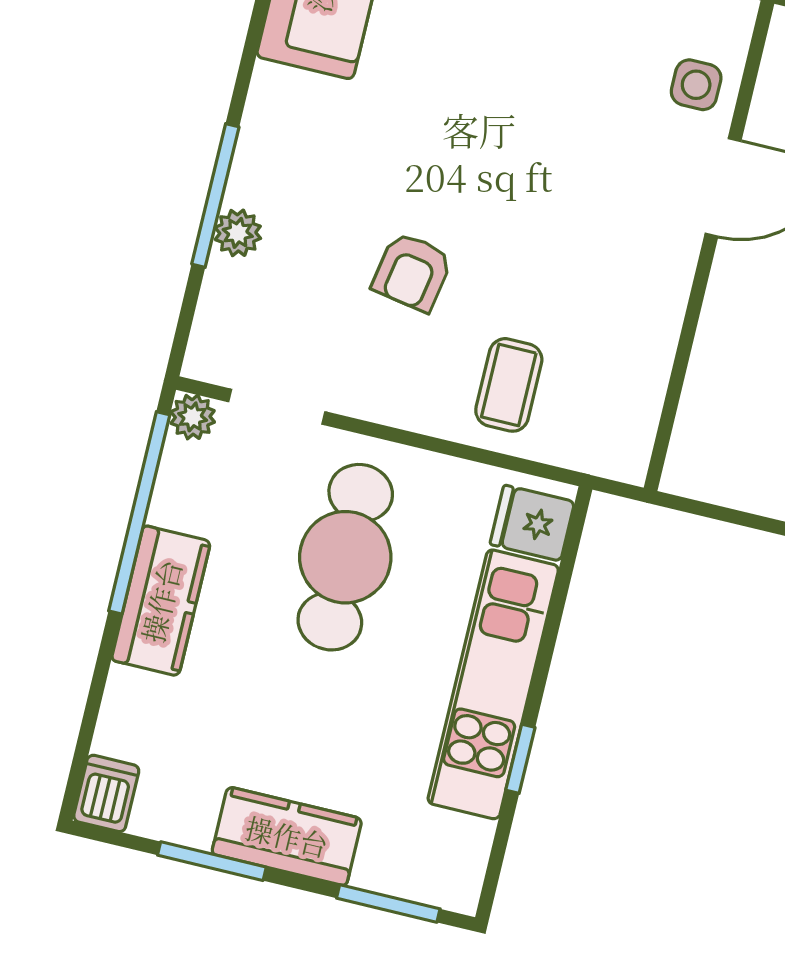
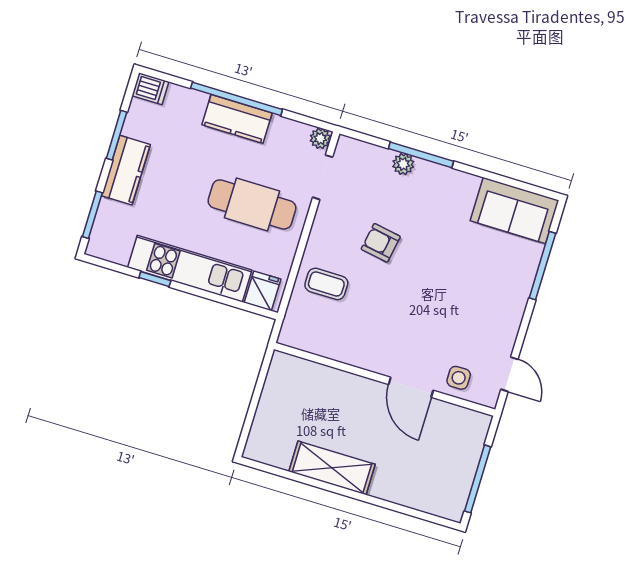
window: (139, 513) -> (237, 99), moved

